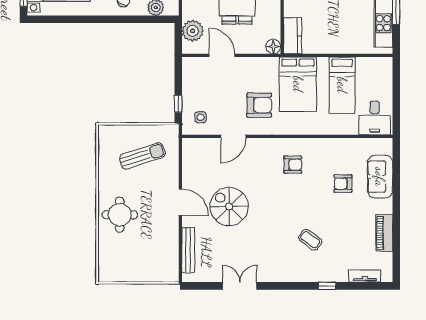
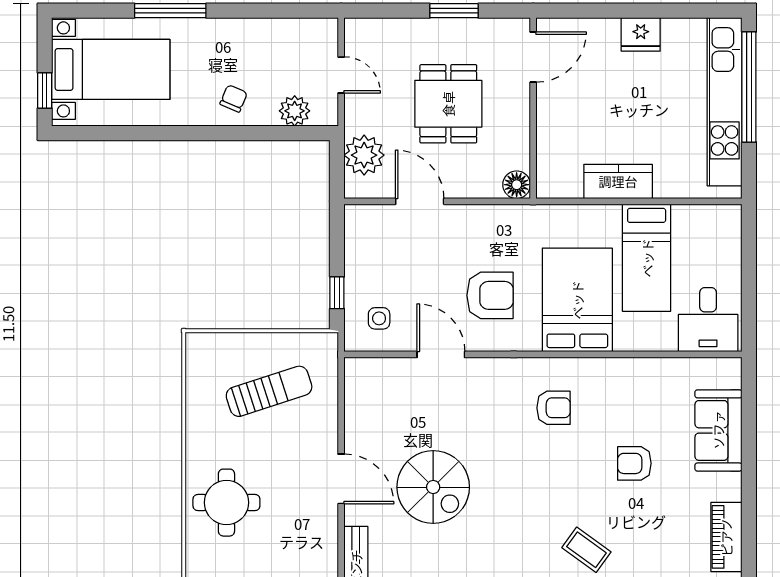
kitchen counter: (293, 36) -> (618, 181), moved, turned -90
bed: (298, 84) -> (577, 300), moved, turned 180
door: (233, 136) -> (441, 354), swing flipped
armchair: (343, 183) -> (634, 463), moved
spiral stairs: (229, 207) -> (433, 487), turned 180

